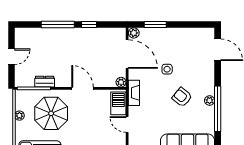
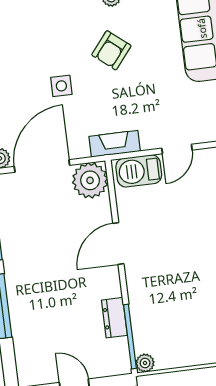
plant: (121, 82) -> (90, 180), width x1.88, depth x1.88
parasol: (51, 113) -> (174, 298), removed
plant: (19, 116) -> (145, 363), moved

